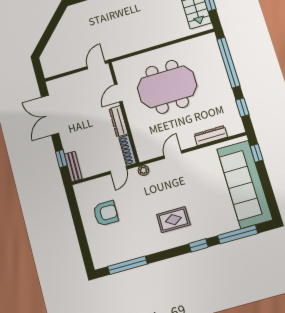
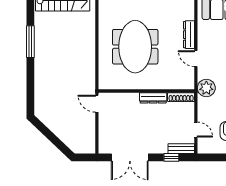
door: (118, 93) -> (128, 91), removed
dresser: (211, 136) -> (189, 35), moved
door: (118, 170) -> (196, 130), moved
plant: (143, 170) -> (206, 88), width x1.88, depth x1.88

